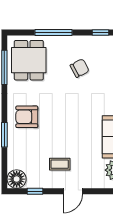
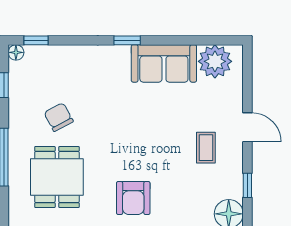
dining table: (29, 60) -> (57, 177), moved, turned 90

